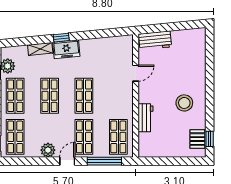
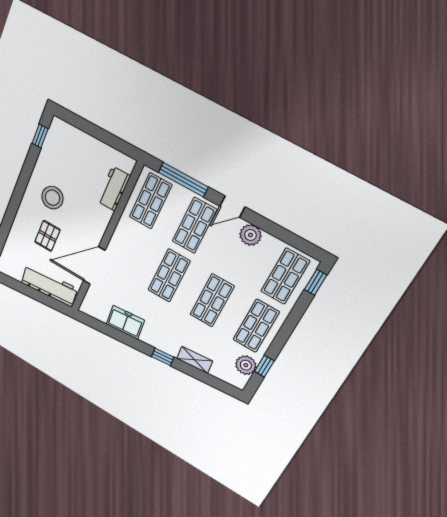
workbench: (155, 40) -> (49, 286), width x1.38
freezer: (66, 49) -> (125, 322), moved
door: (136, 73) -> (94, 266), width x1.88
workbench: (146, 118) -> (114, 189), moved
pallet: (197, 139) -> (47, 236), moved

